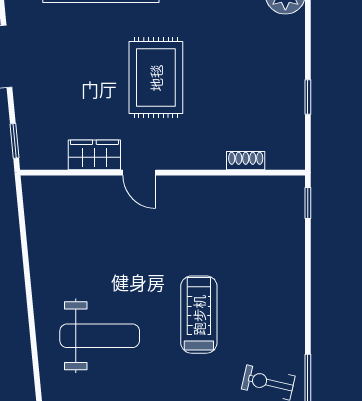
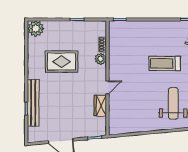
rug: (156, 78) -> (61, 62), moved
plant: (210, 156) -> (101, 59), added

